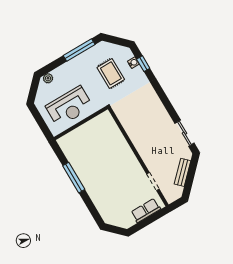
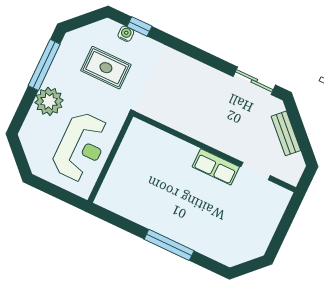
plant: (48, 78) -> (49, 101), moved, width x1.87, depth x1.87
window: (74, 178) -> (169, 245), moved
row of seats: (146, 211) -> (216, 167), moved, turned -90

